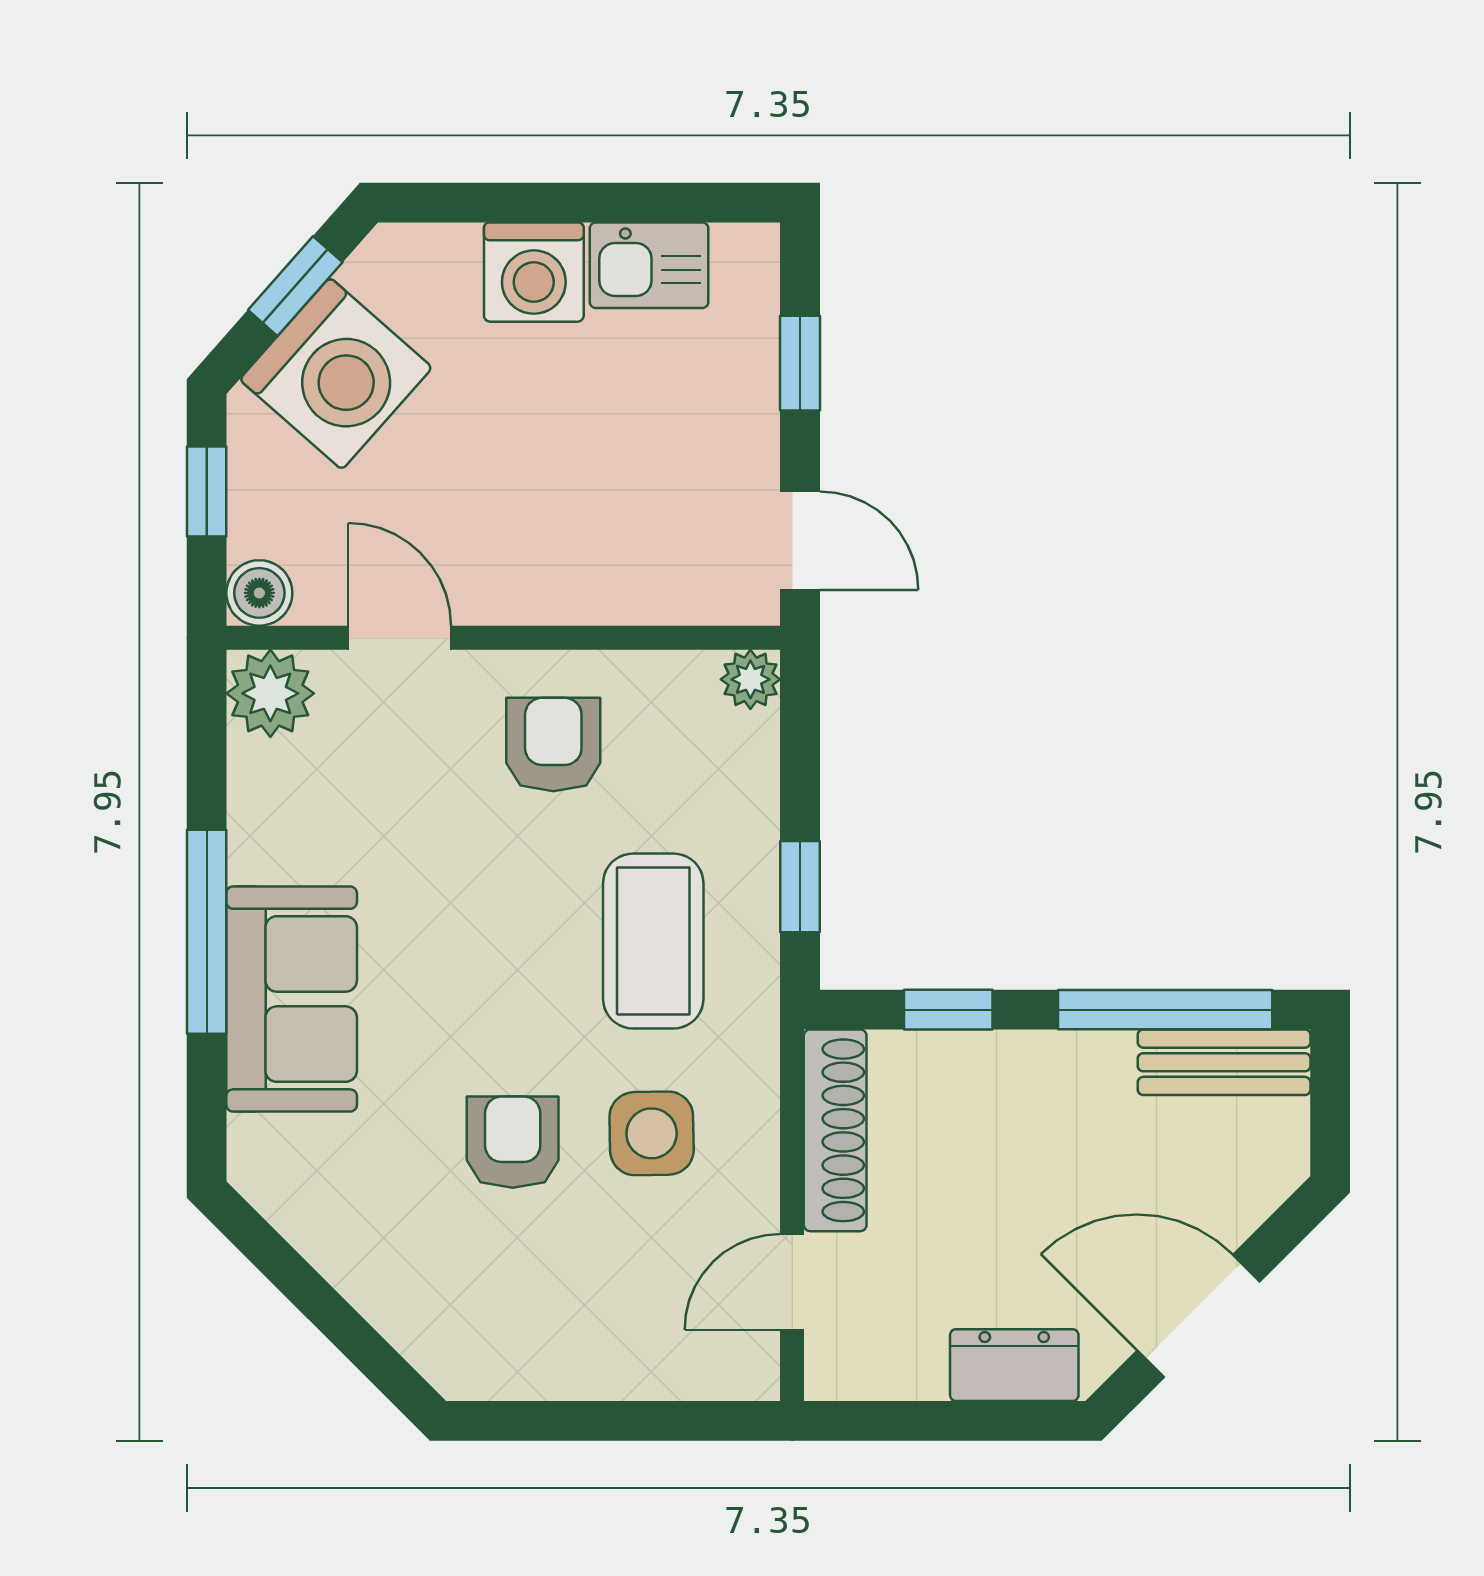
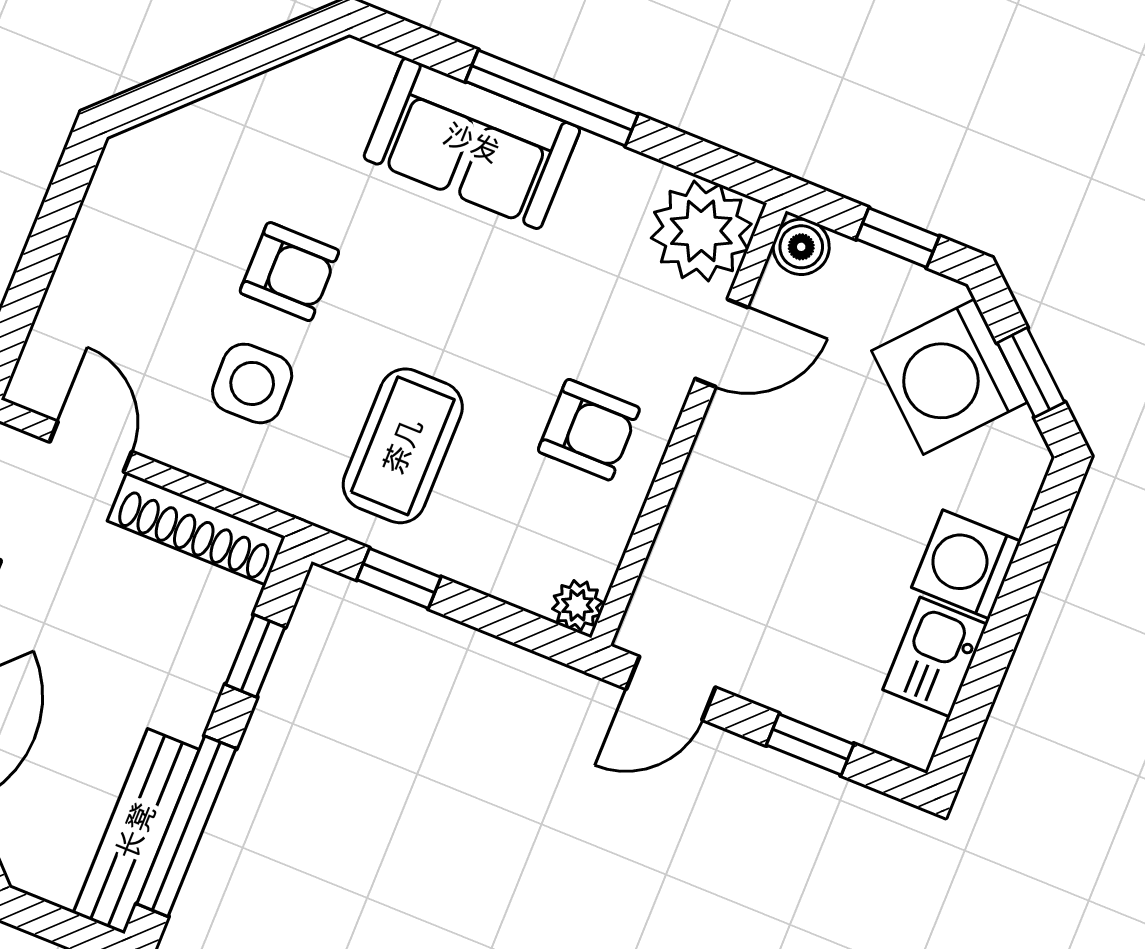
plant: (270, 693) -> (701, 231), width x1.36, depth x1.36
coffee table: (653, 941) -> (403, 446), turned 90
bench: (1224, 1062) -> (136, 831), width x1.36

